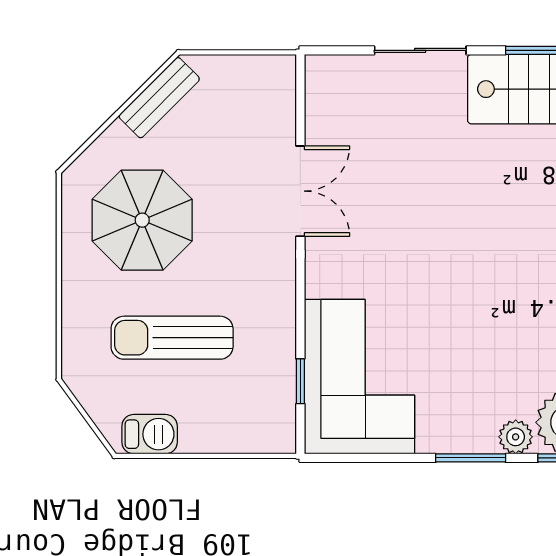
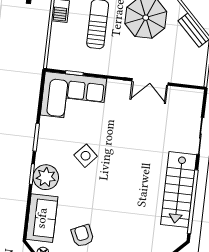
side table: (502, 330) -> (86, 156), added
plant: (516, 437) -> (42, 156), removed

